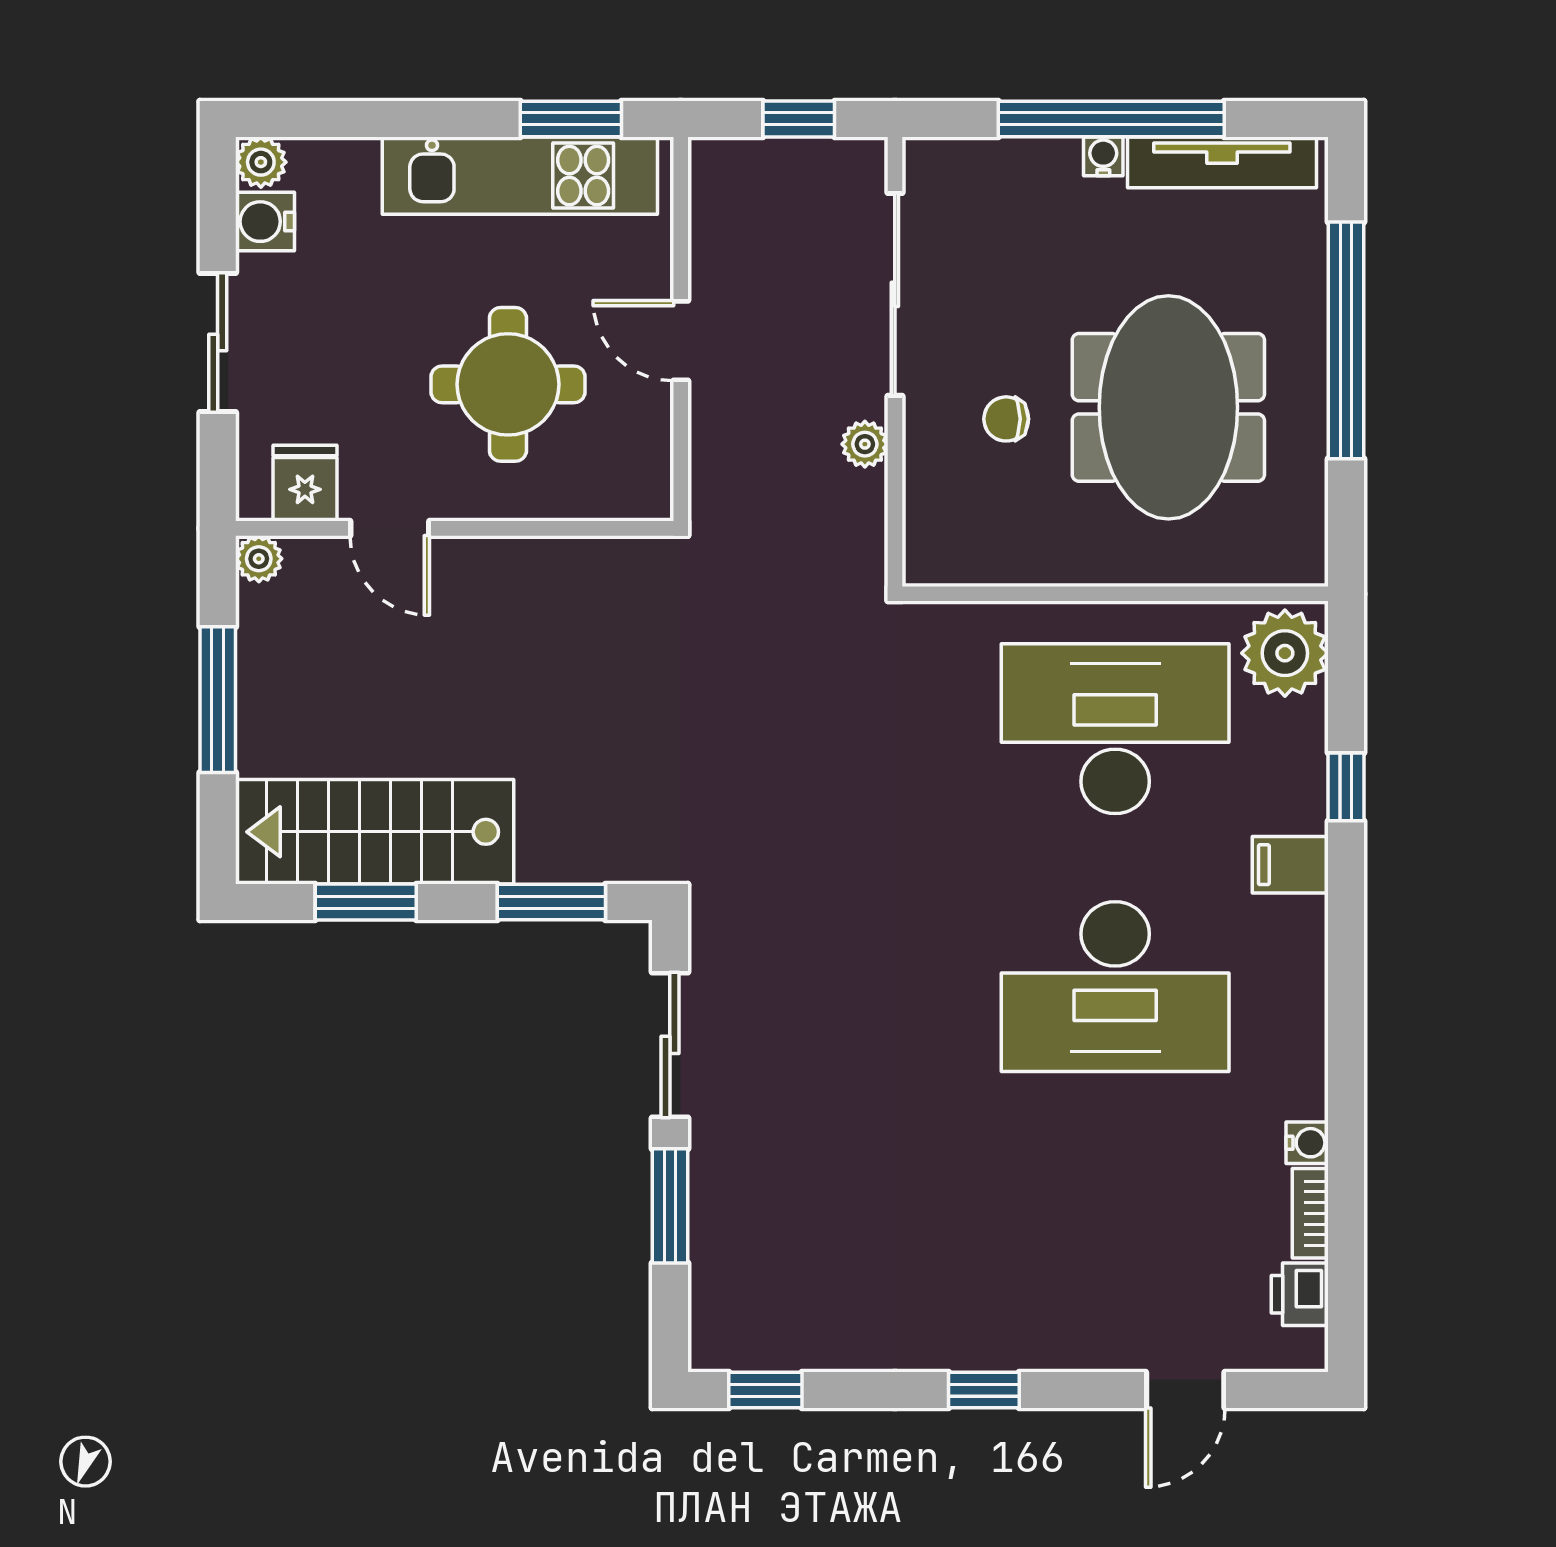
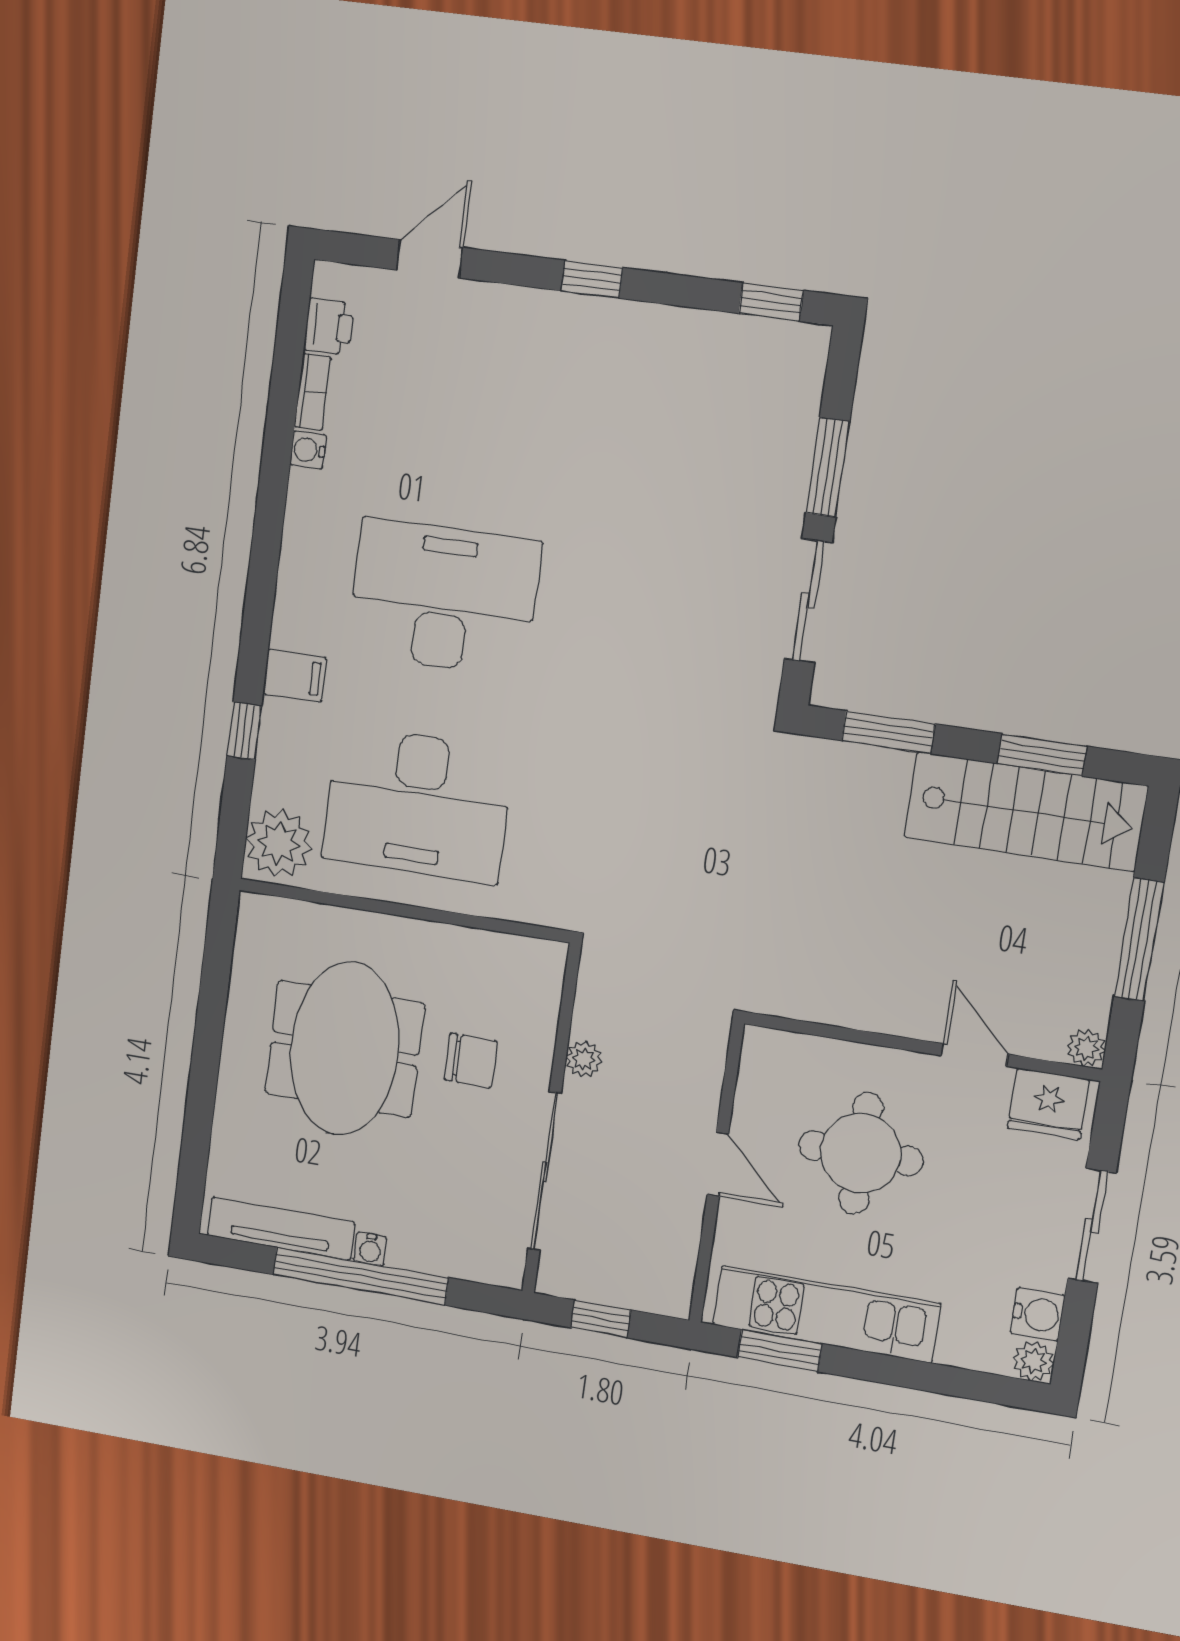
window: (1346, 340) -> (204, 1077), removed
chair: (1006, 419) -> (471, 1060), width x1.37, depth x1.37
fridge: (305, 483) -> (1048, 1104), width x1.38

